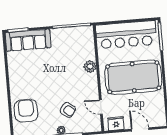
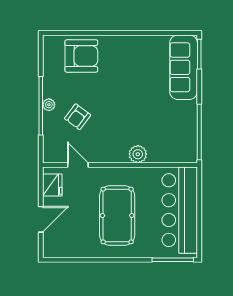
pool table: (133, 77) -> (117, 216), width x0.73, depth x0.76
door: (101, 107) -> (78, 165), hinge flipped

